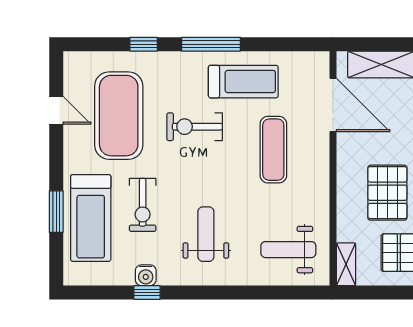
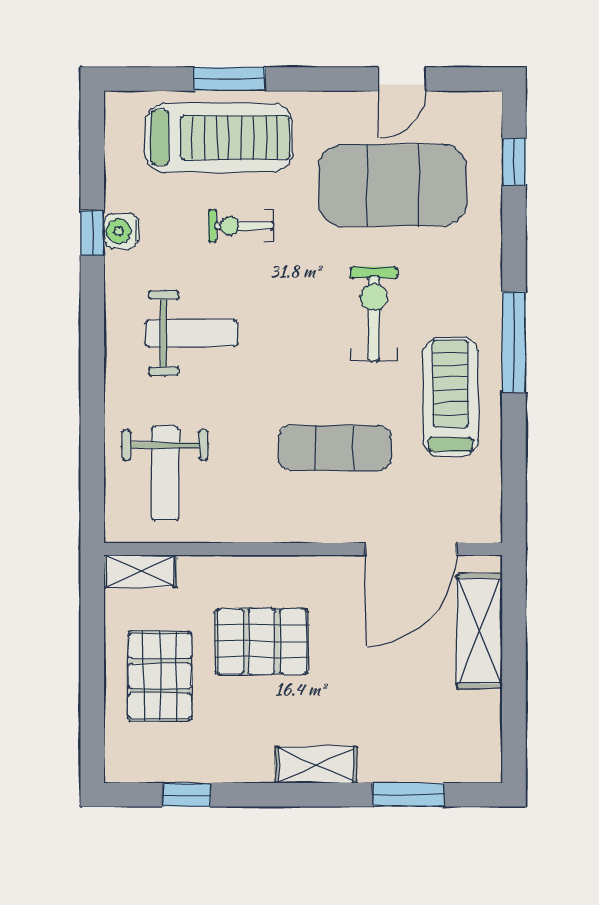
window: (144, 44) -> (514, 162), moved
treadmill: (243, 82) -> (451, 397), turned 180
exercise bike: (143, 205) -> (241, 226), width x0.73, depth x0.72
treadmill: (91, 218) -> (219, 138), turned 180
weight bench: (288, 250) -> (165, 473), turned 180

